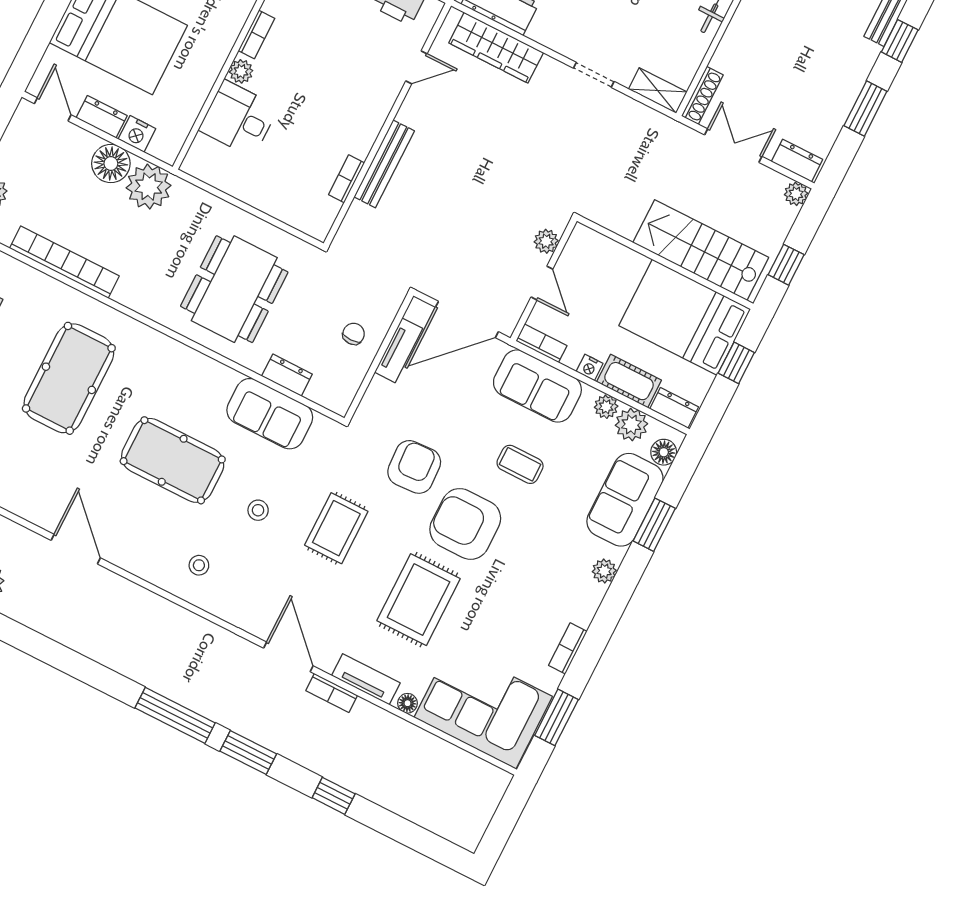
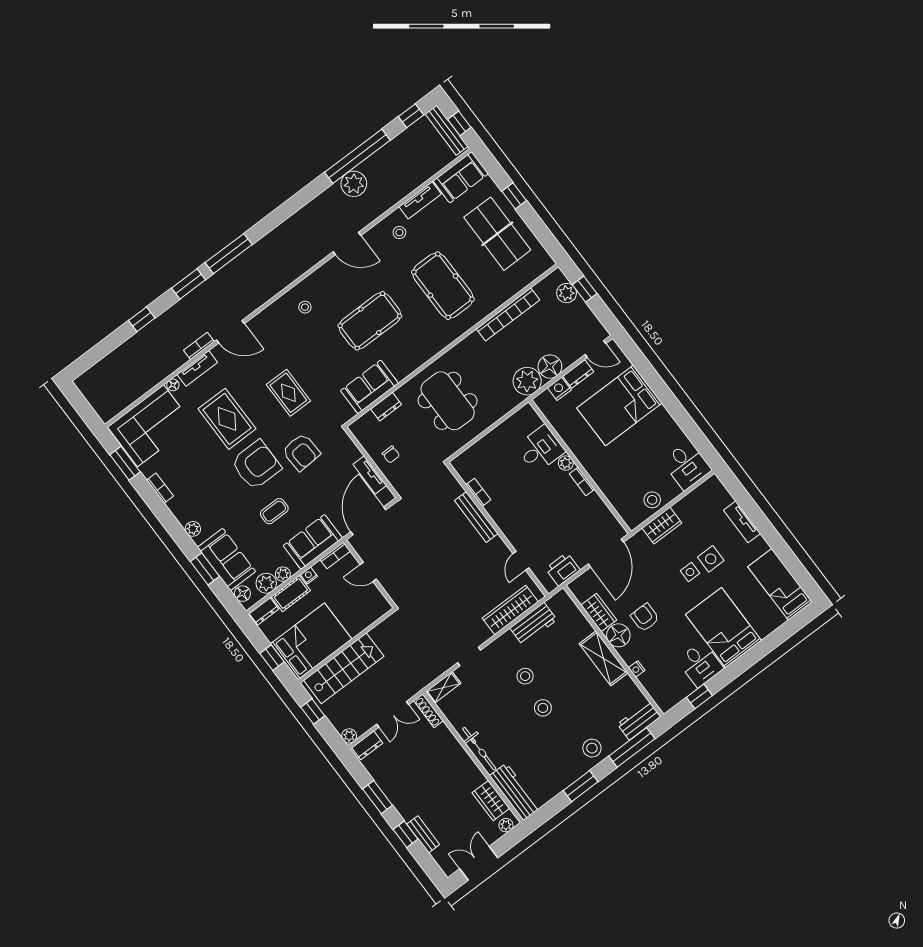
plant: (546, 241) -> (390, 585), removed
stool: (258, 510) -> (399, 232), moved

